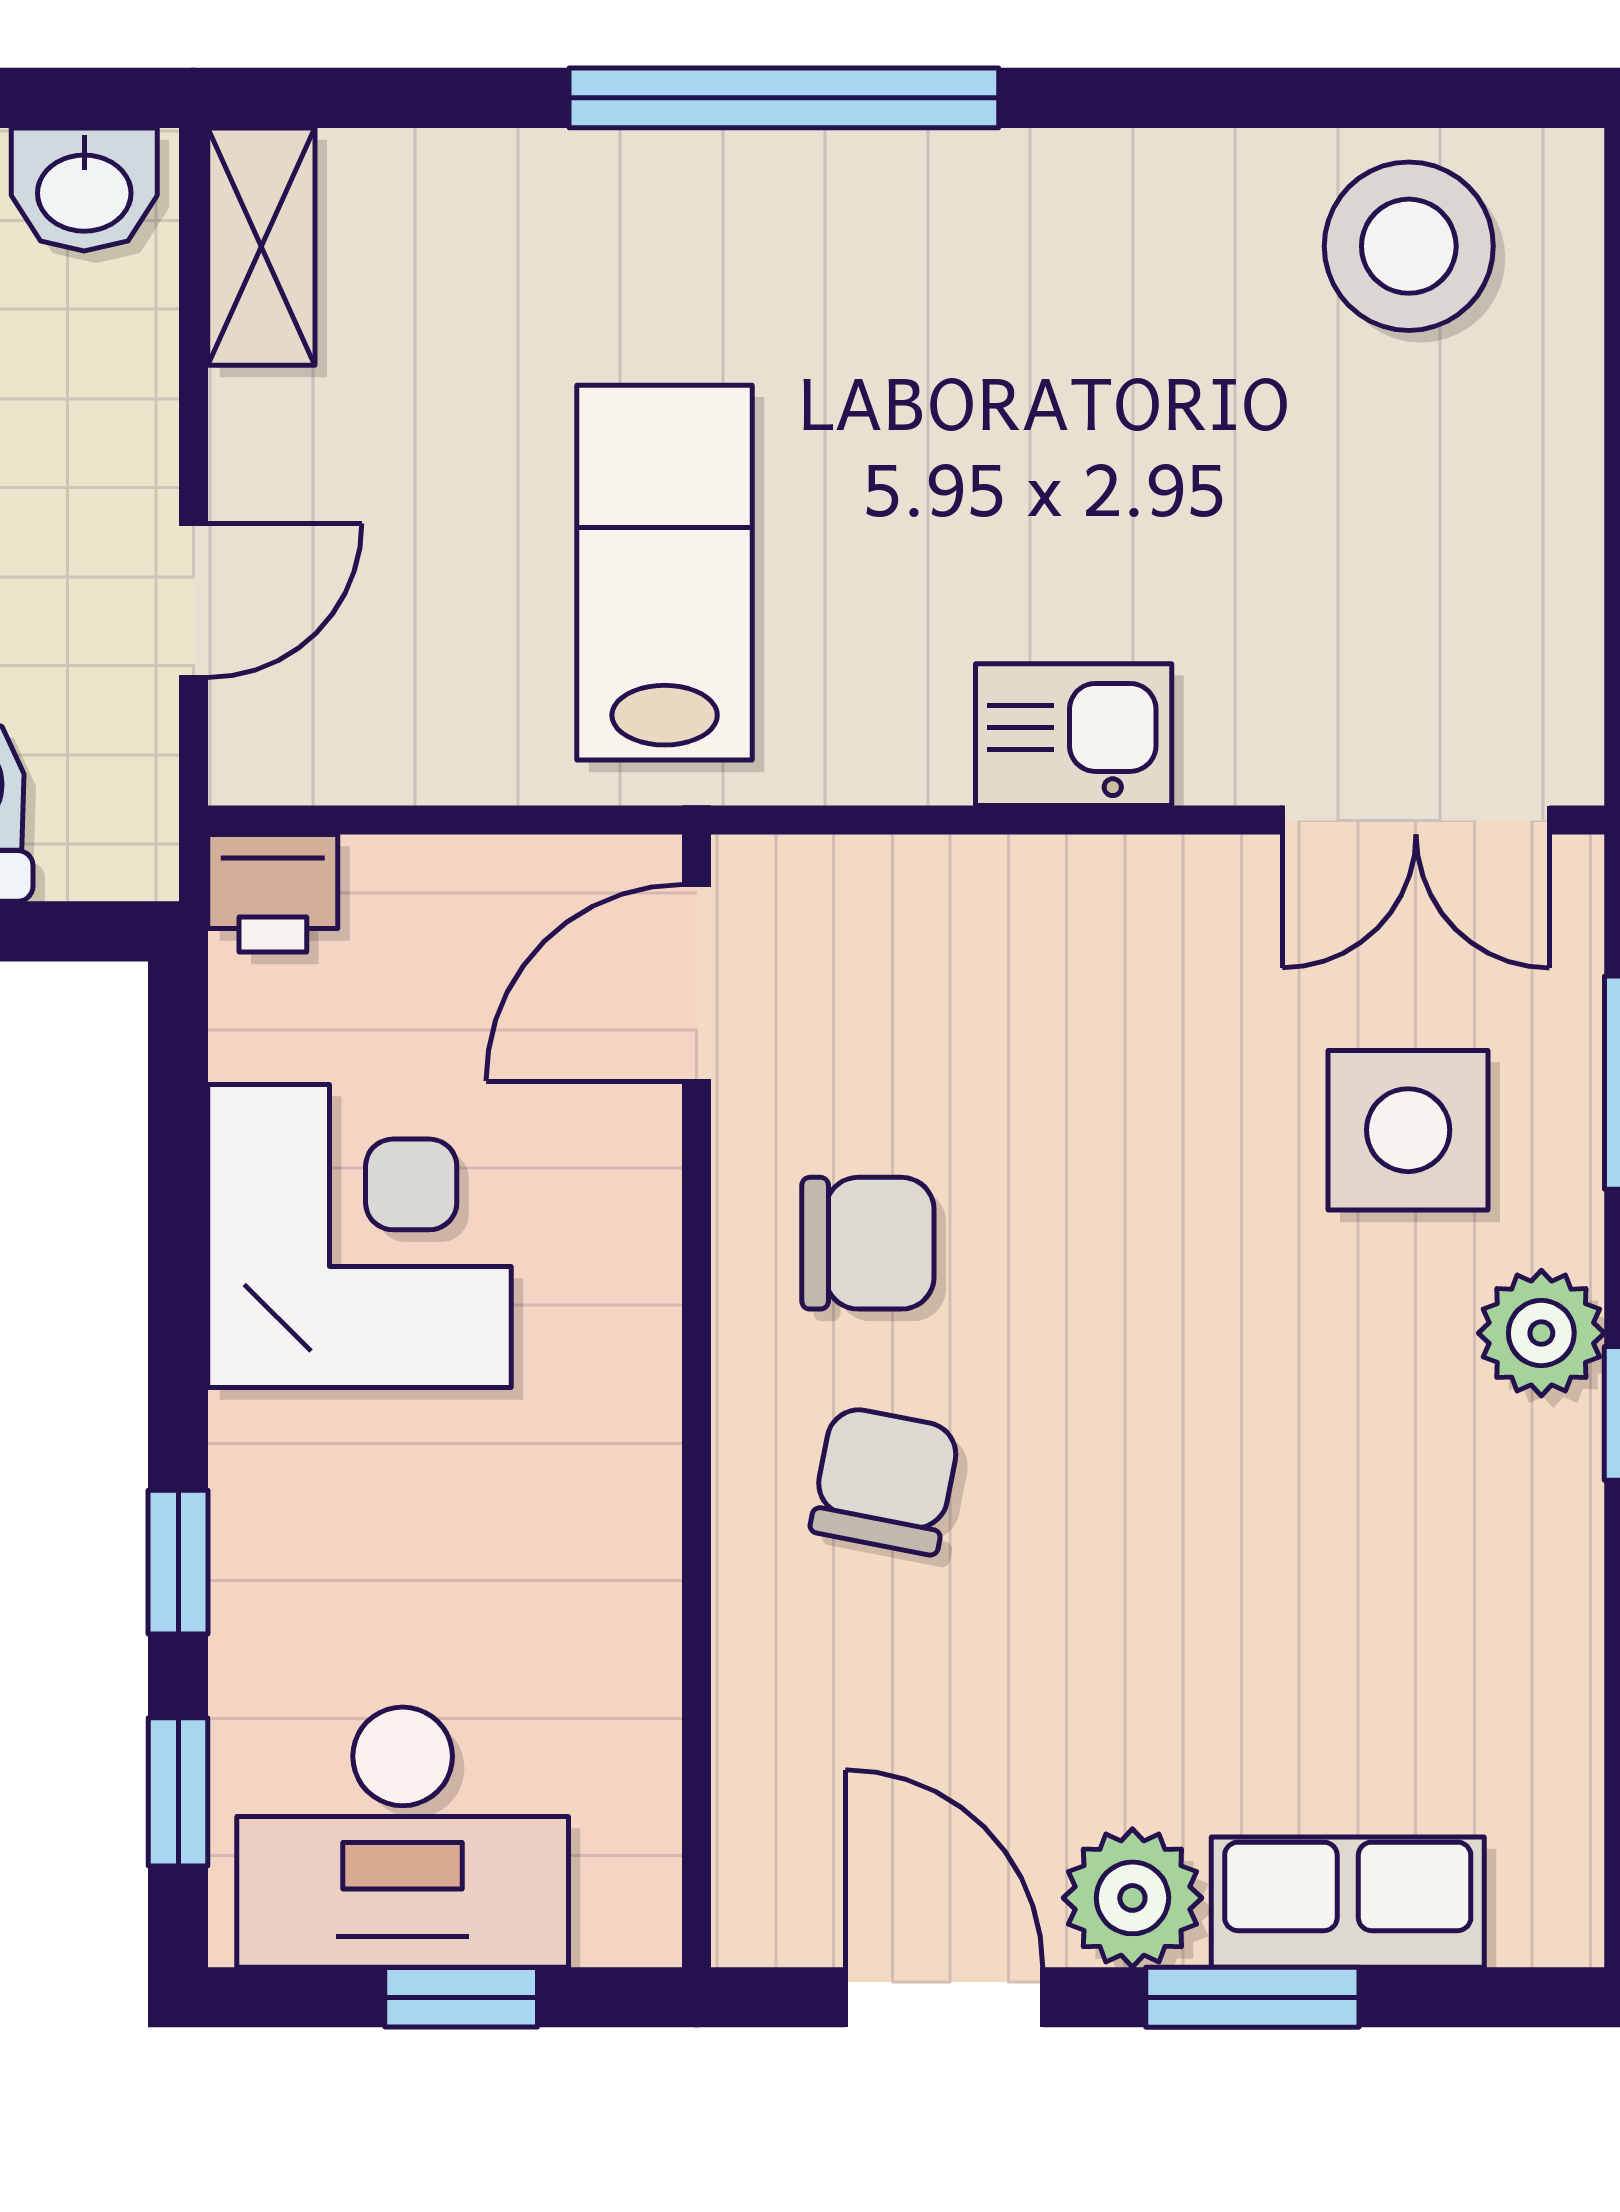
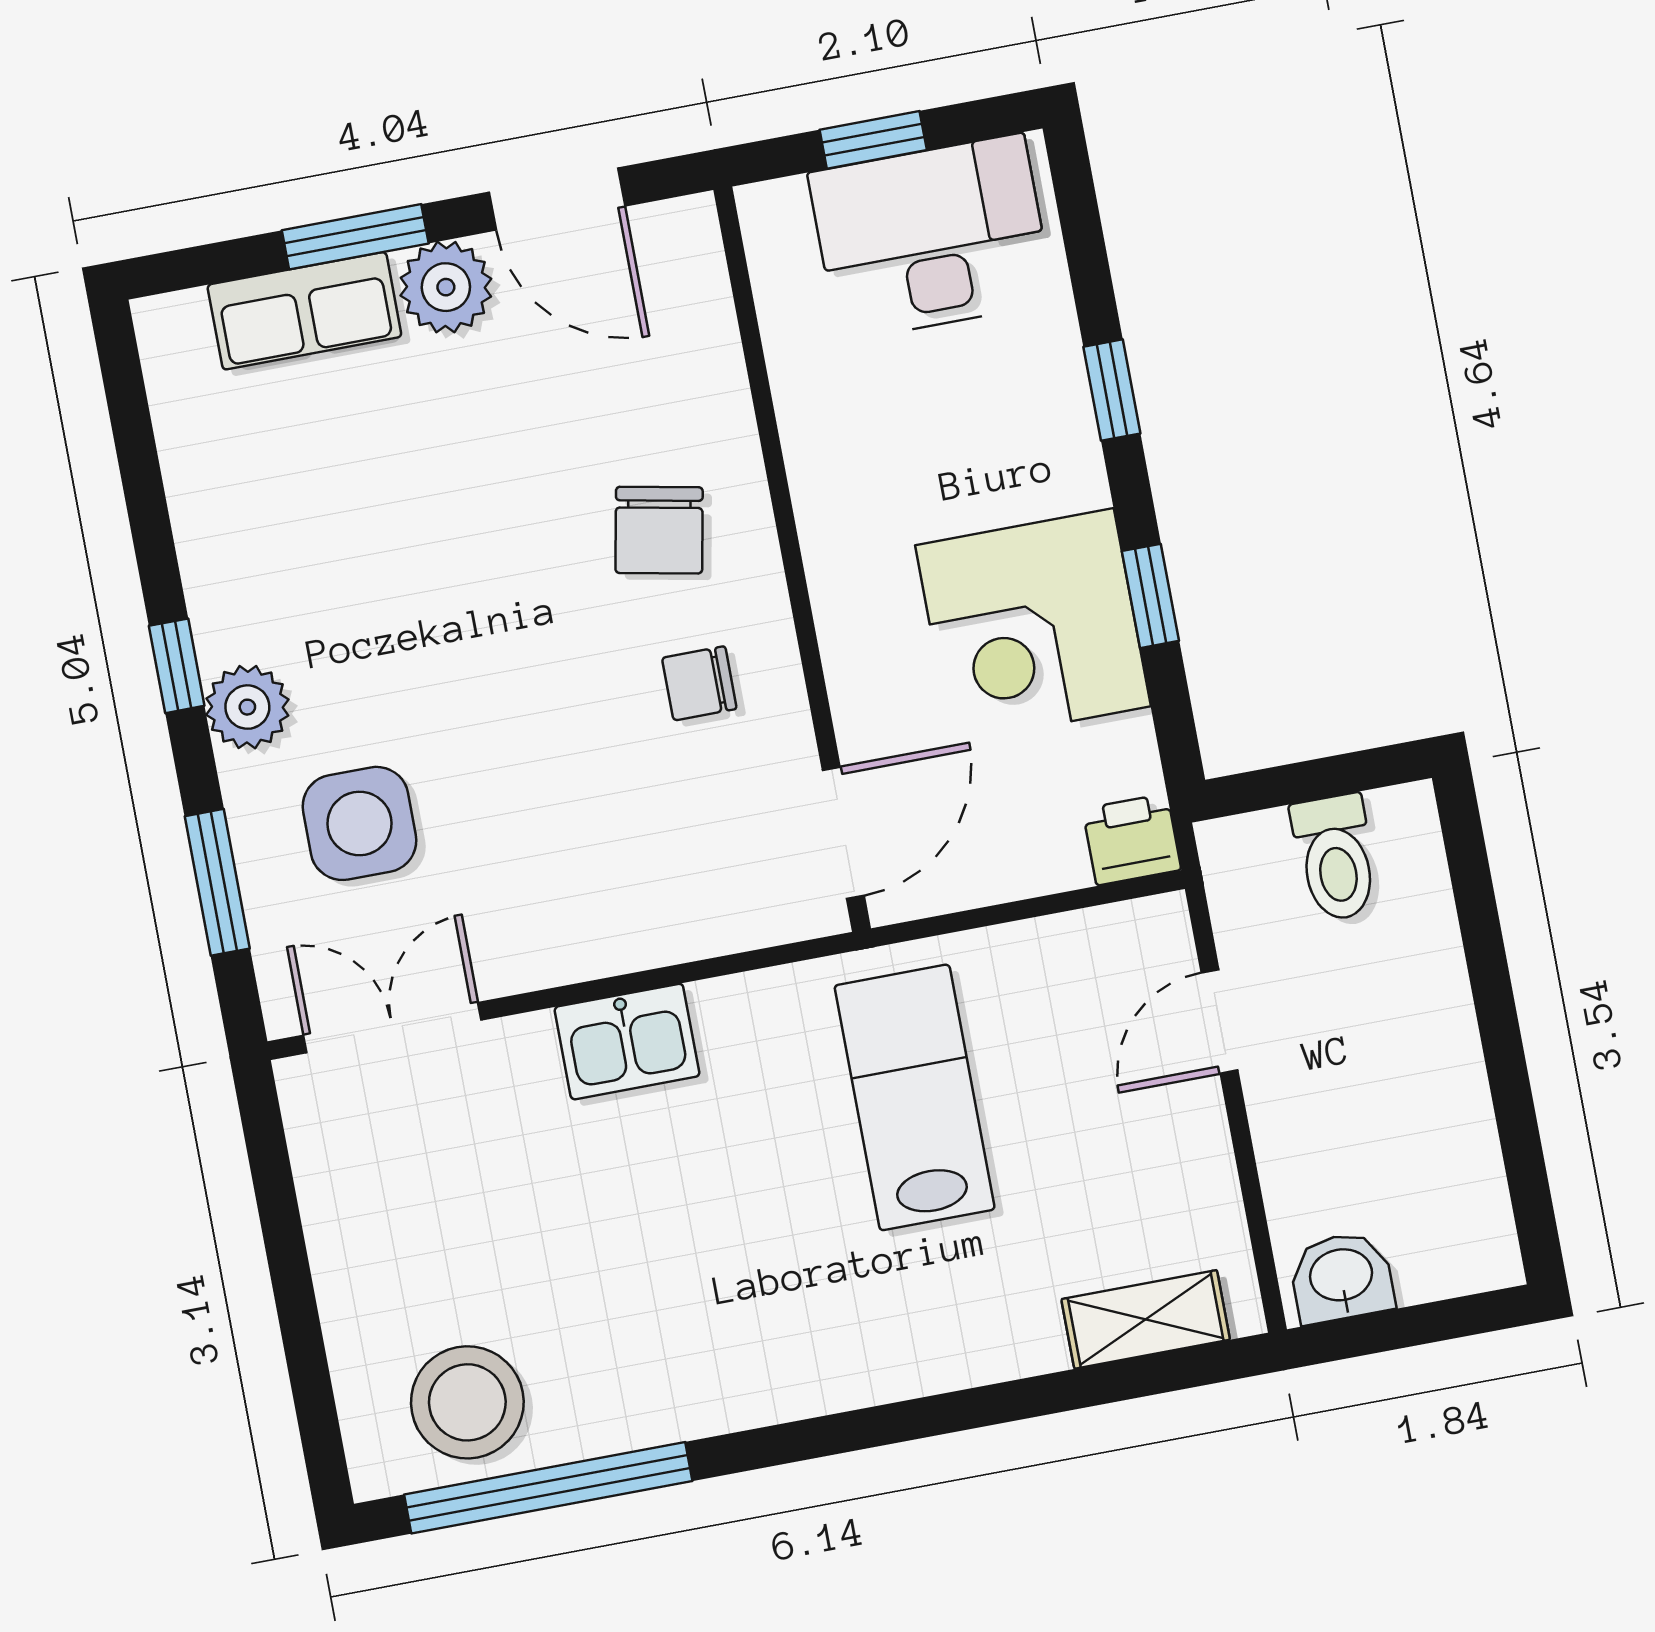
window: (784, 98) -> (548, 1488), moved
shelving: (261, 247) -> (1146, 1319), moved, turned 90
lab bench: (665, 573) -> (915, 1097), turned 180
chair: (868, 1243) -> (699, 683), width x0.73, depth x0.73
window: (178, 1792) -> (1150, 596), moved

